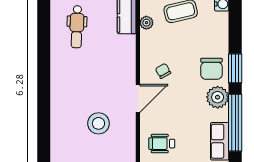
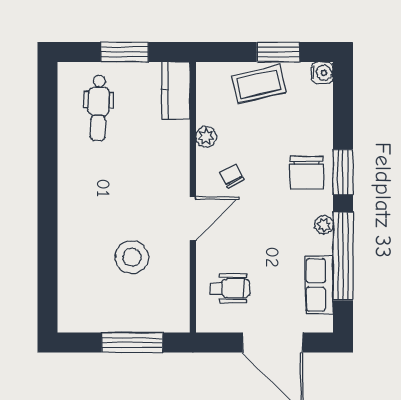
plant: (146, 23) -> (206, 137), moved
plant: (218, 97) -> (324, 225), width x0.53, depth x0.53
wheelchair: (162, 144) -> (230, 288), turned 180

